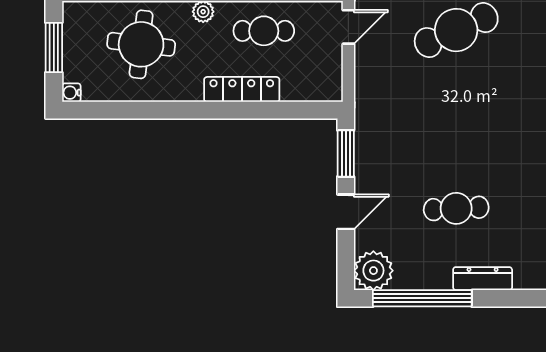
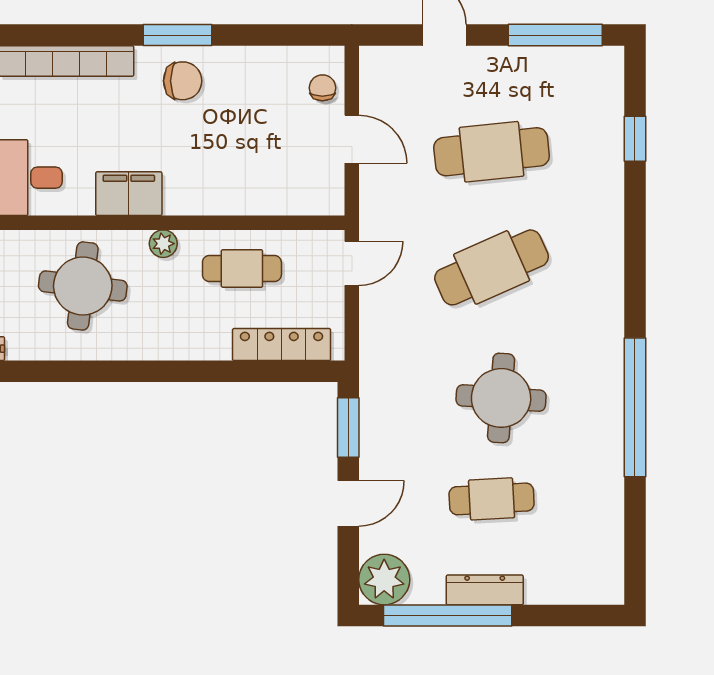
locker: (242, 89) -> (282, 345), moved
round table: (463, 131) -> (501, 398), added
dresser: (483, 279) -> (485, 590), moved

